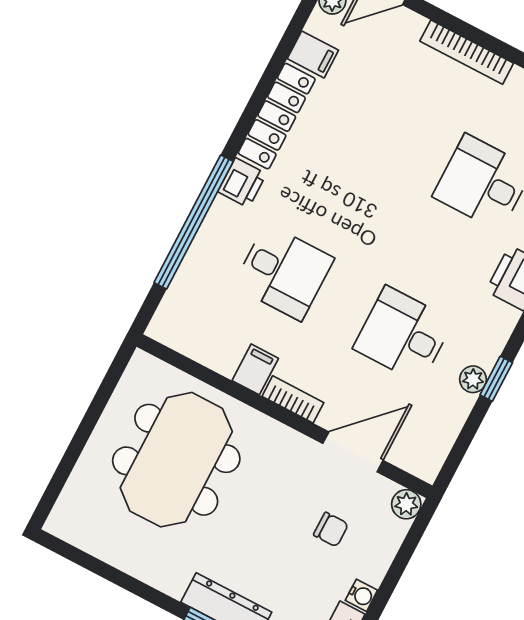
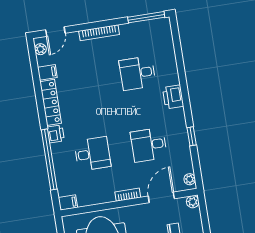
filing cabinet: (255, 369) -> (68, 203), moved, turned 90
plant: (473, 379) -> (190, 179), moved

